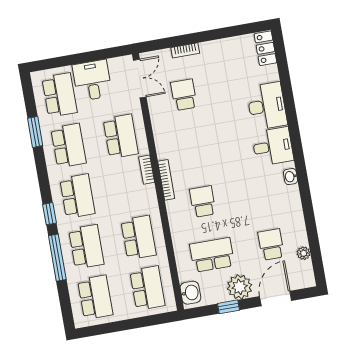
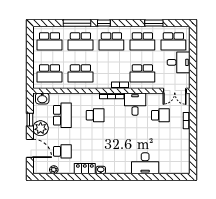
locker: (265, 48) -> (85, 169), moved
desk: (273, 146) -> (135, 104), moved, turned 180

